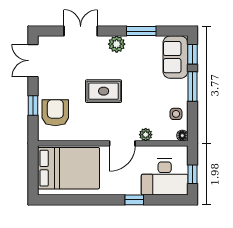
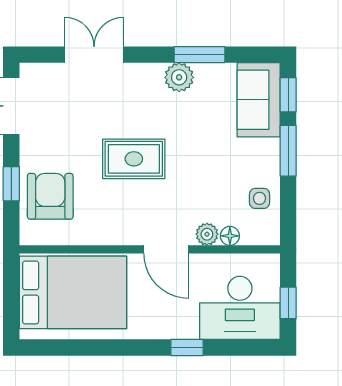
plant: (117, 44) -> (179, 77), moved
floor lamp: (182, 136) -> (230, 236), moved
door: (122, 143) -> (166, 249), hinge flipped

